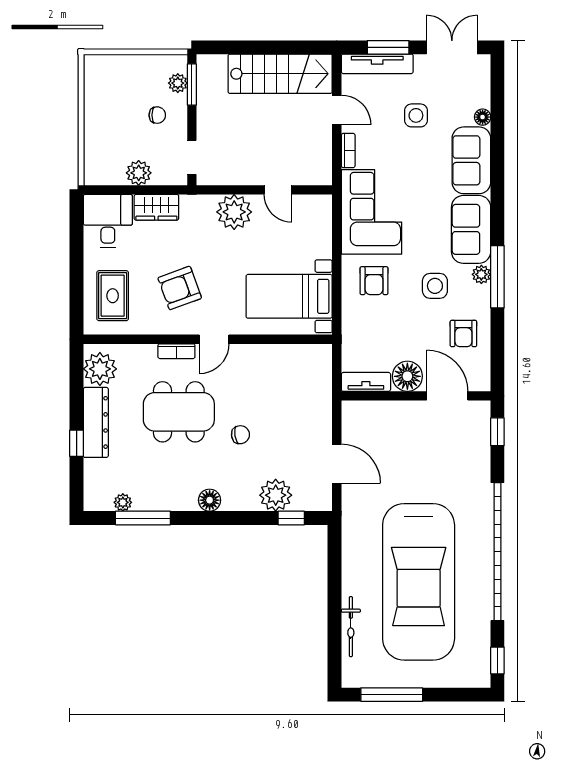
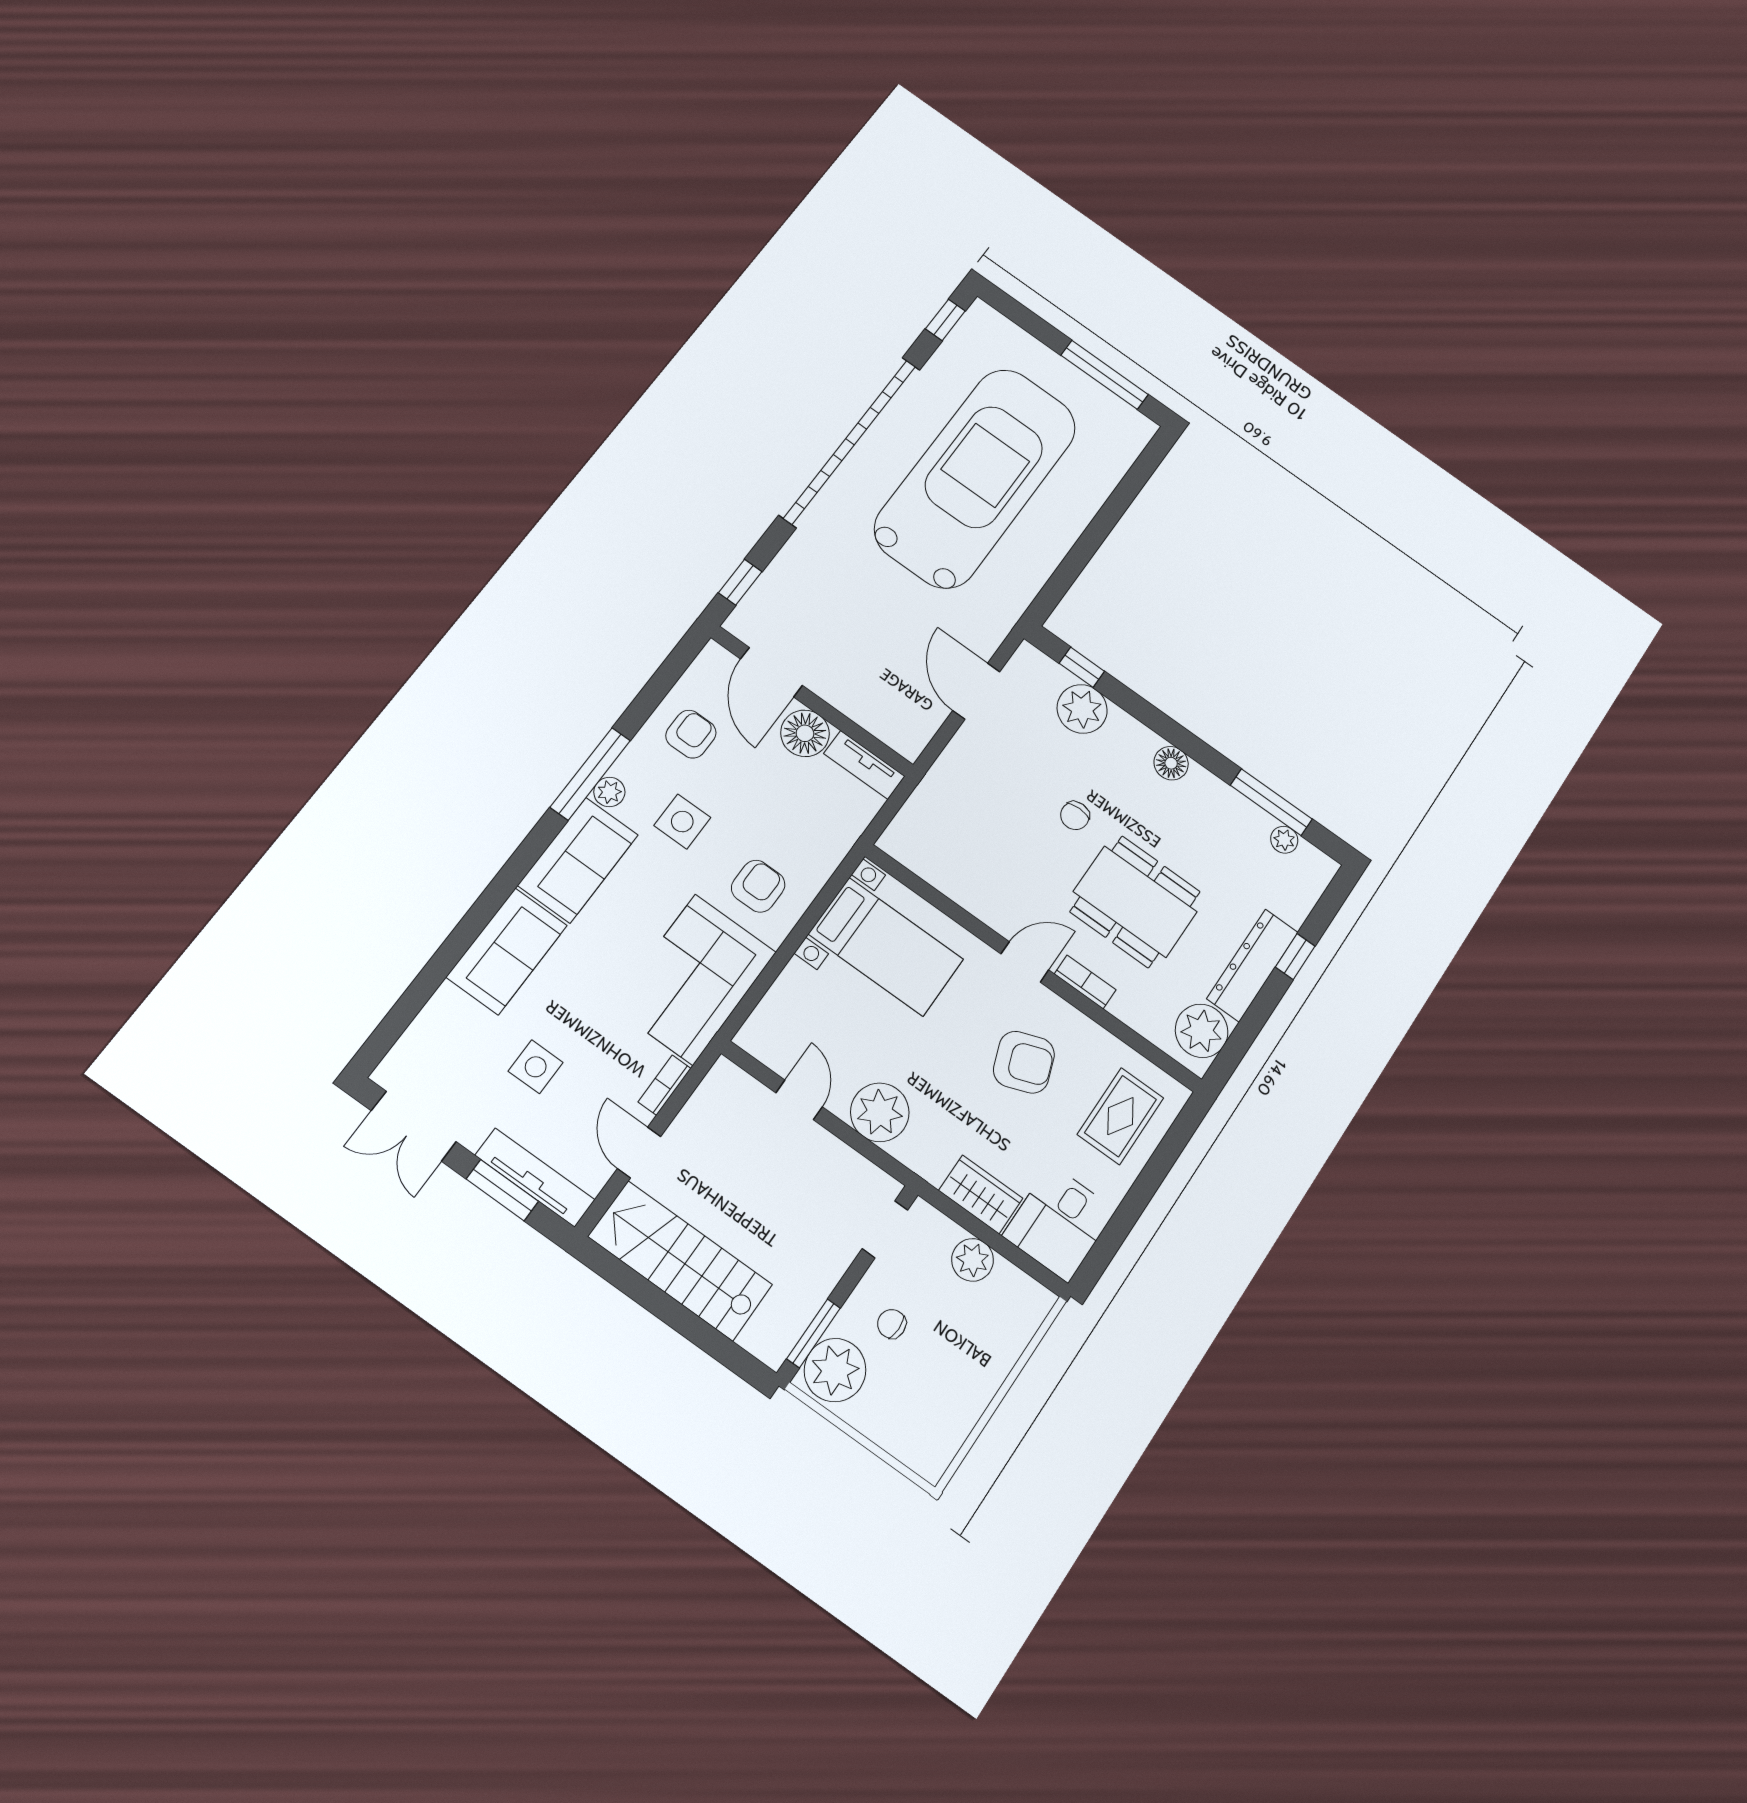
plant: (178, 83) -> (835, 1370), width x1.87, depth x1.87
floor lamp: (483, 117) -> (446, 999), removed
chair: (240, 435) -> (1075, 816), turned -81
bicycle: (351, 627) -> (1099, 487), removed

